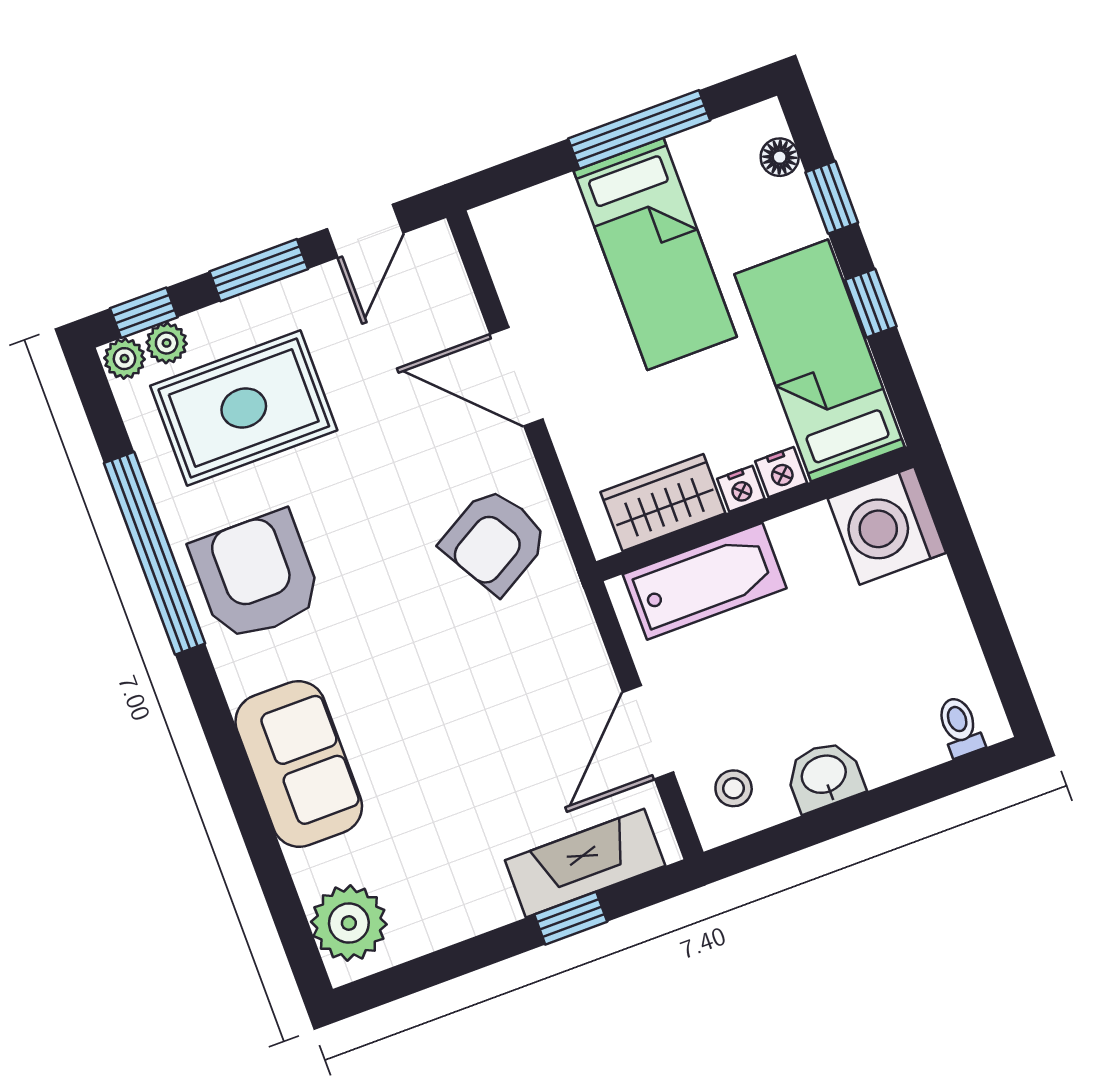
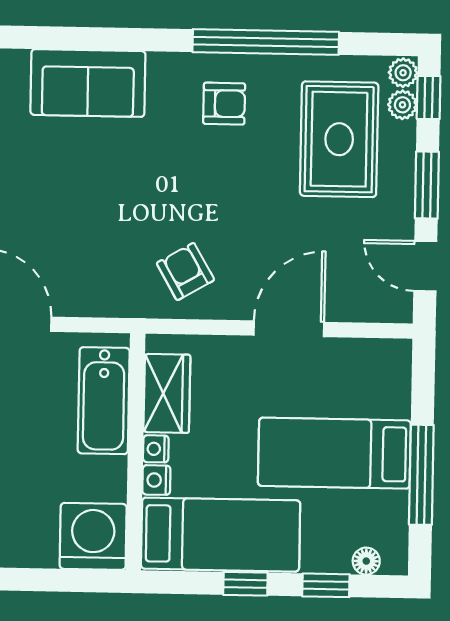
armchair: (495, 541) -> (185, 272), width x0.72, depth x0.72
armchair: (256, 576) -> (224, 104), width x0.53, depth x0.53

